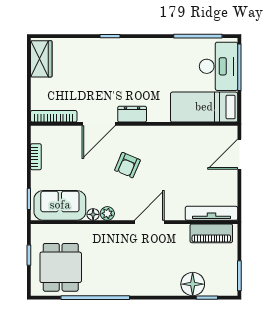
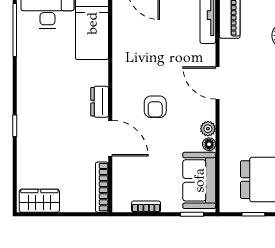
armchair: (127, 165) -> (155, 107), turned 67

